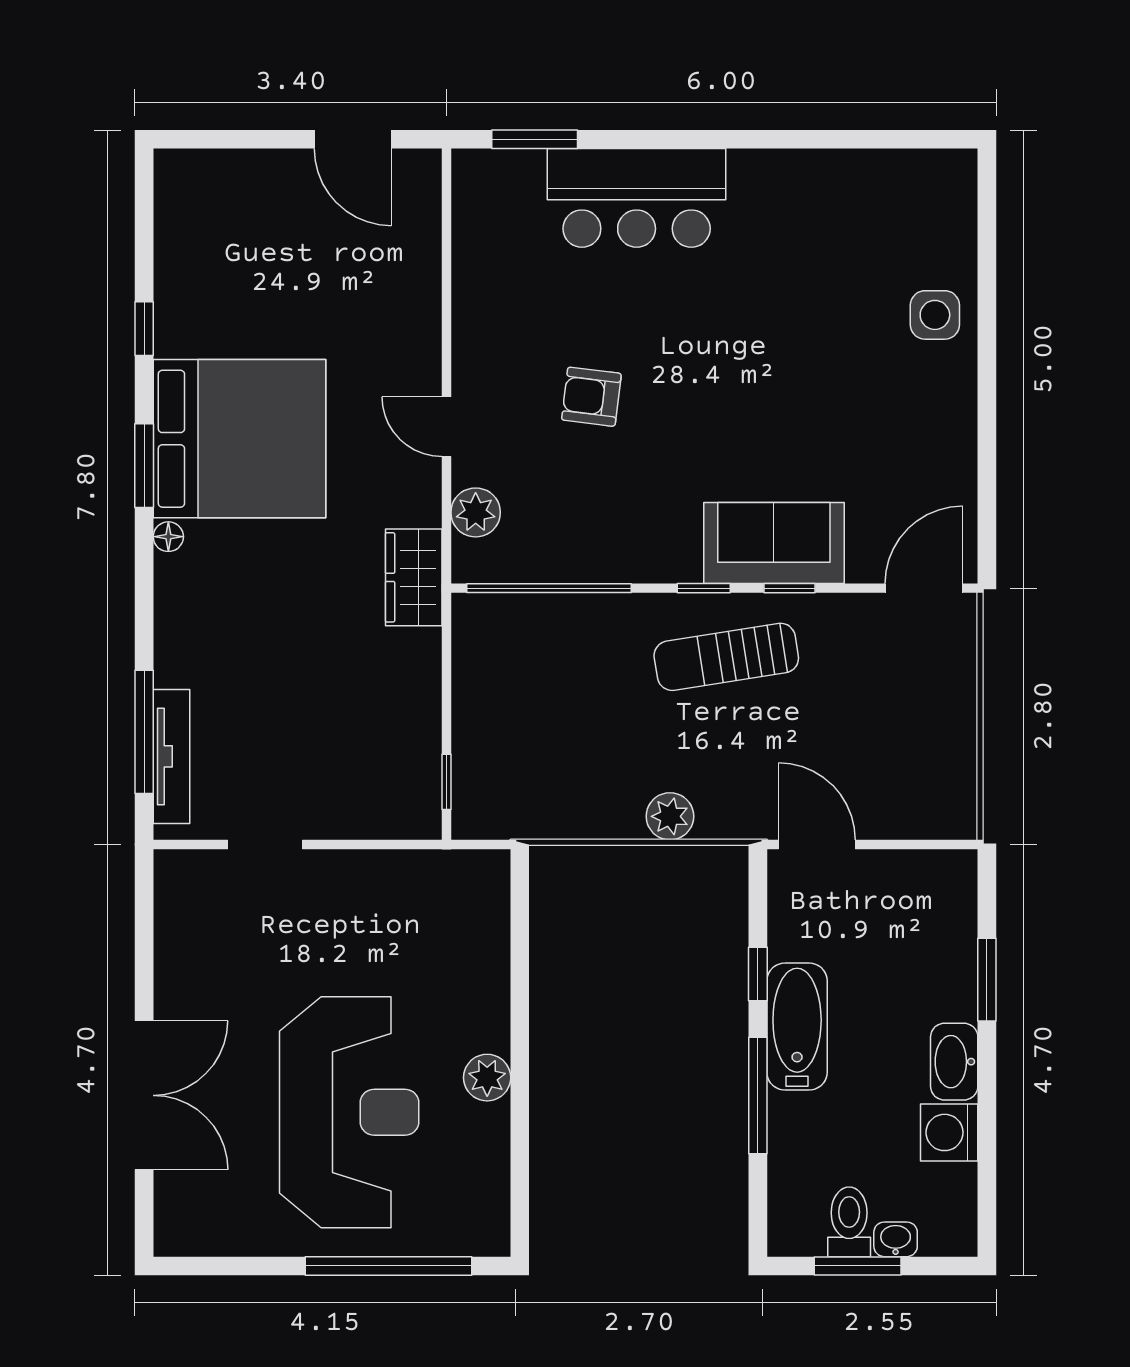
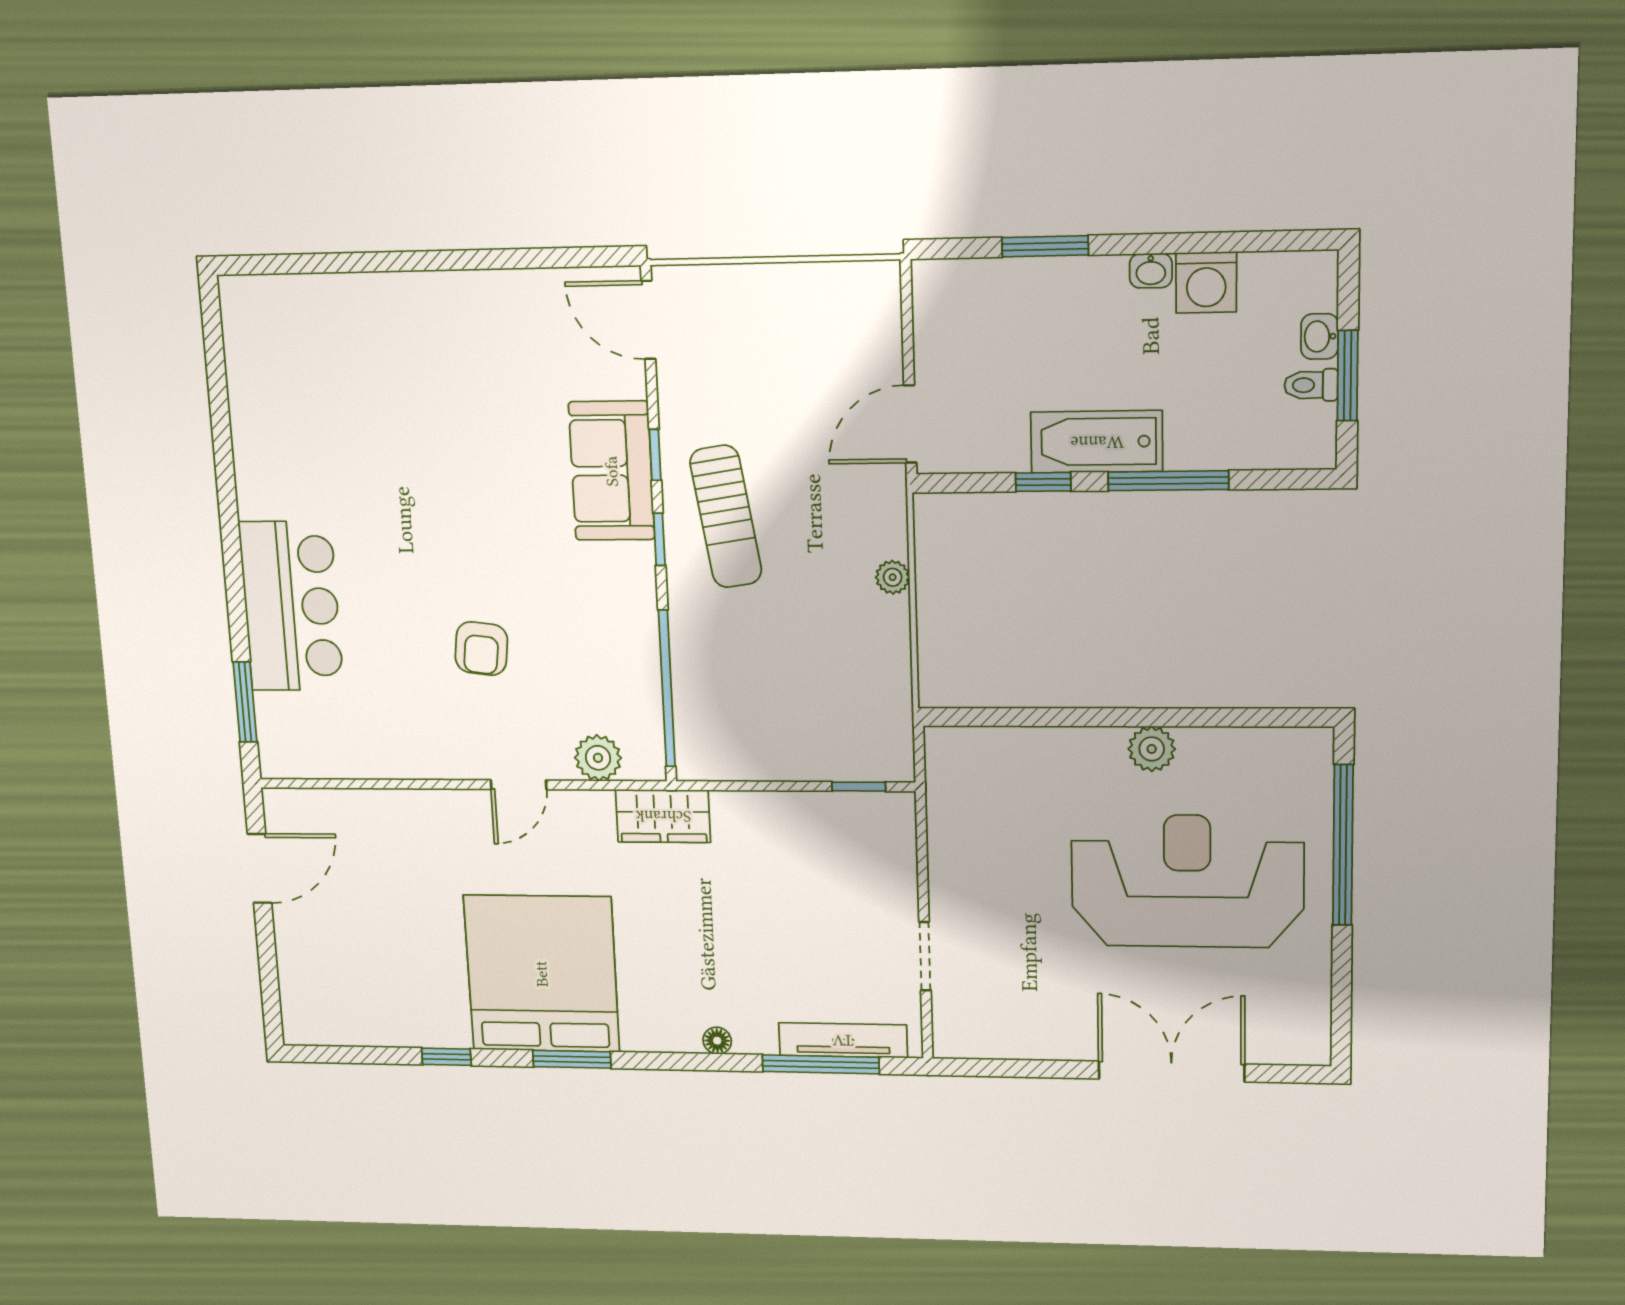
side table: (935, 315) -> (380, 314), removed
floor lamp: (168, 537) -> (717, 1041), moved
plant: (670, 816) -> (893, 577), width x0.73, depth x0.73
washbasin: (954, 1062) -> (1151, 271), width x0.52, depth x0.69
toilet: (849, 1222) -> (1311, 385), width x0.73, depth x0.72

